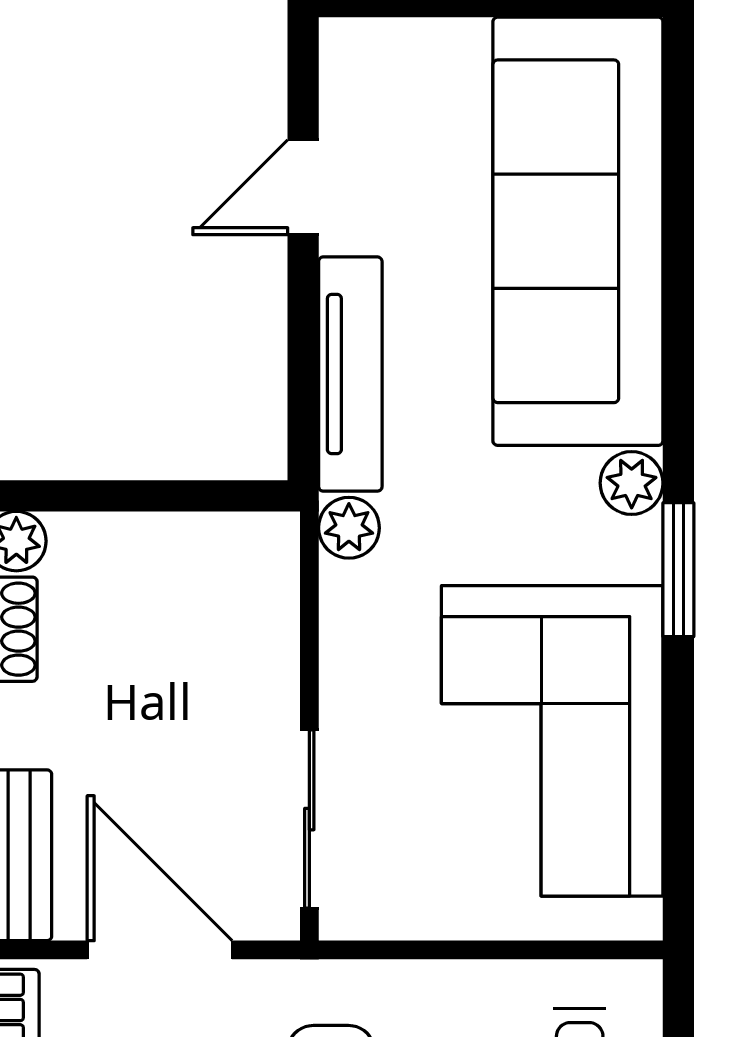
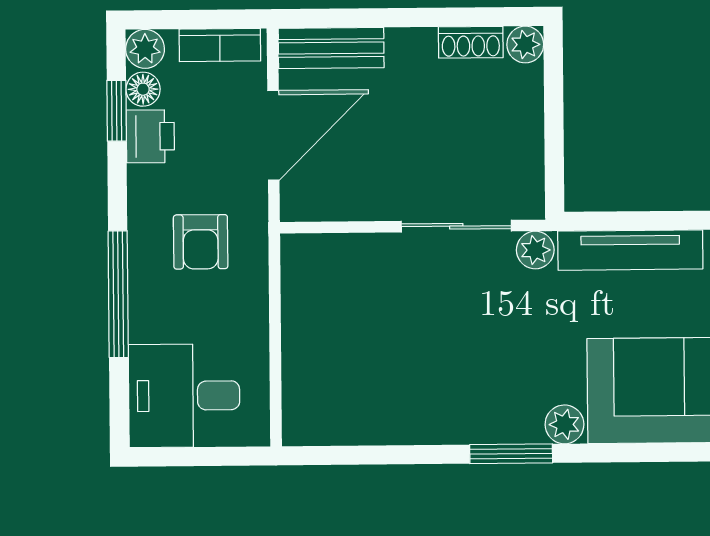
corner sofa: (552, 741) -> (405, 377), removed
sliding door: (309, 819) -> (456, 226), moved

